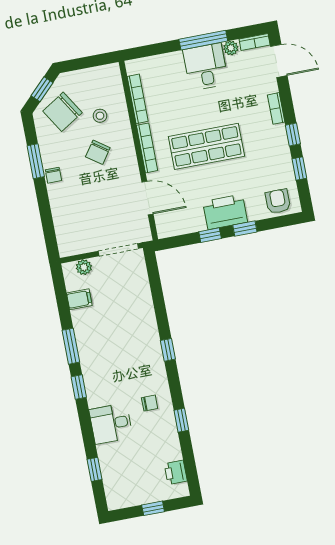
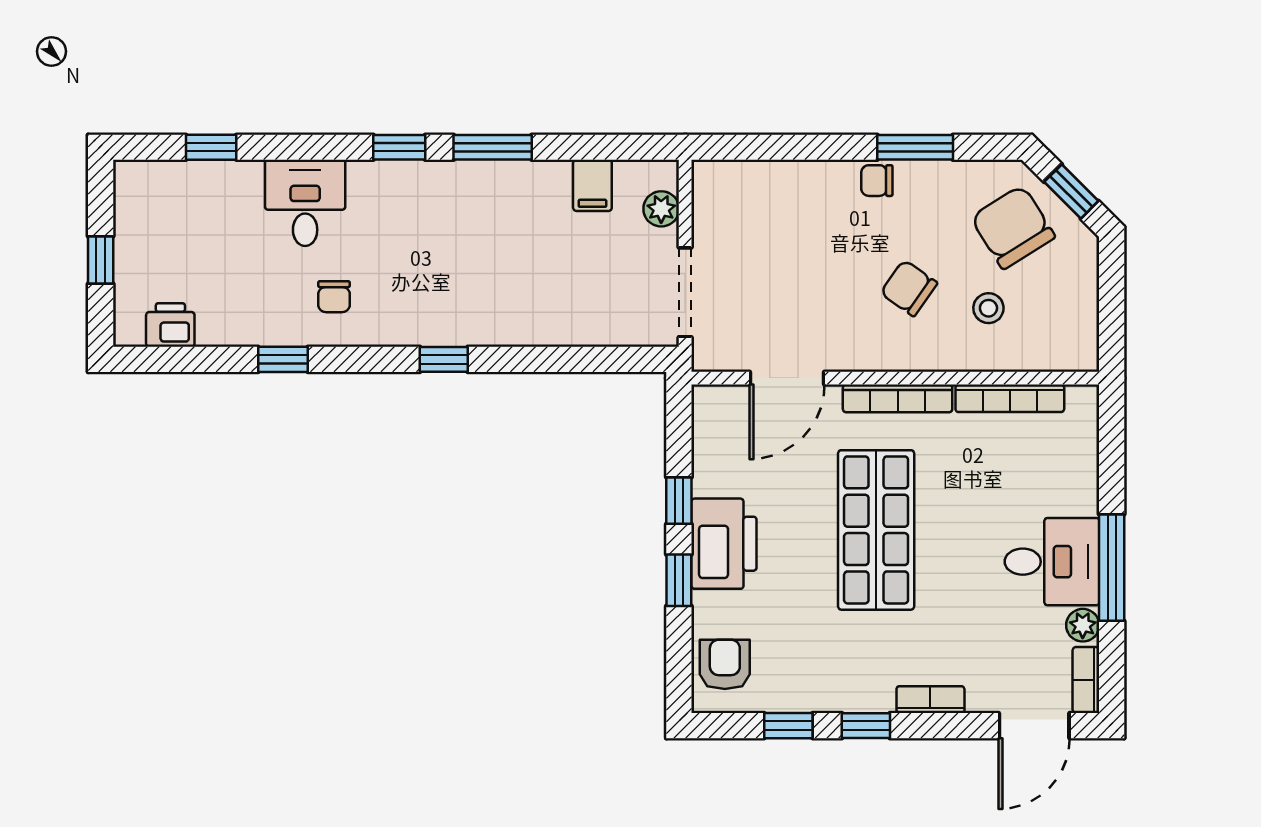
armchair: (278, 201) -> (725, 664), turned -90

